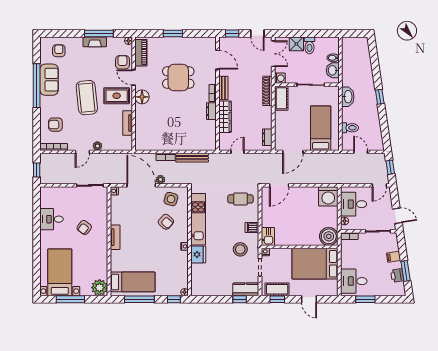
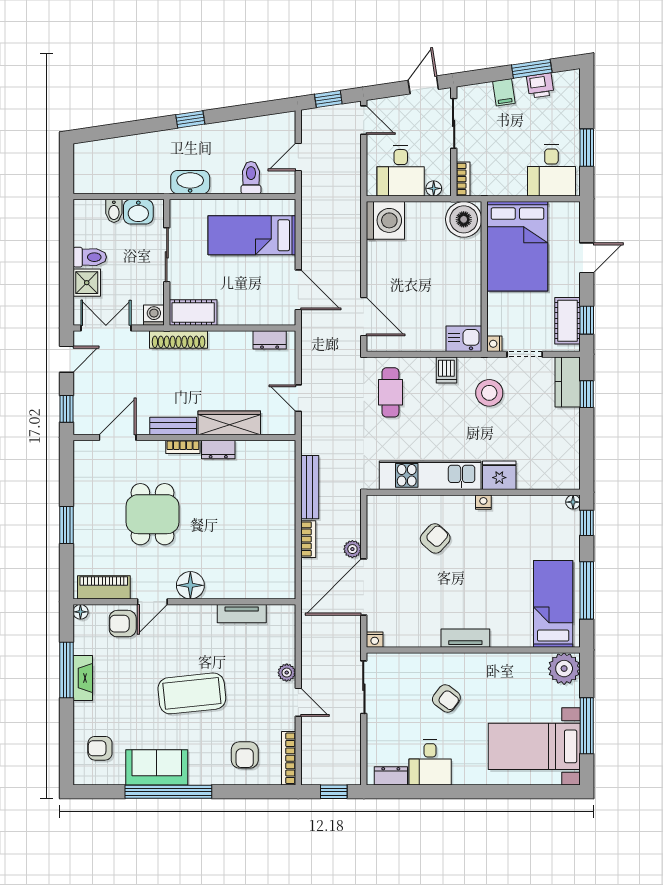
rug: (117, 96) -> (188, 635), removed
dresser: (45, 199) -> (391, 776), added
side table: (171, 199) -> (391, 529), removed

